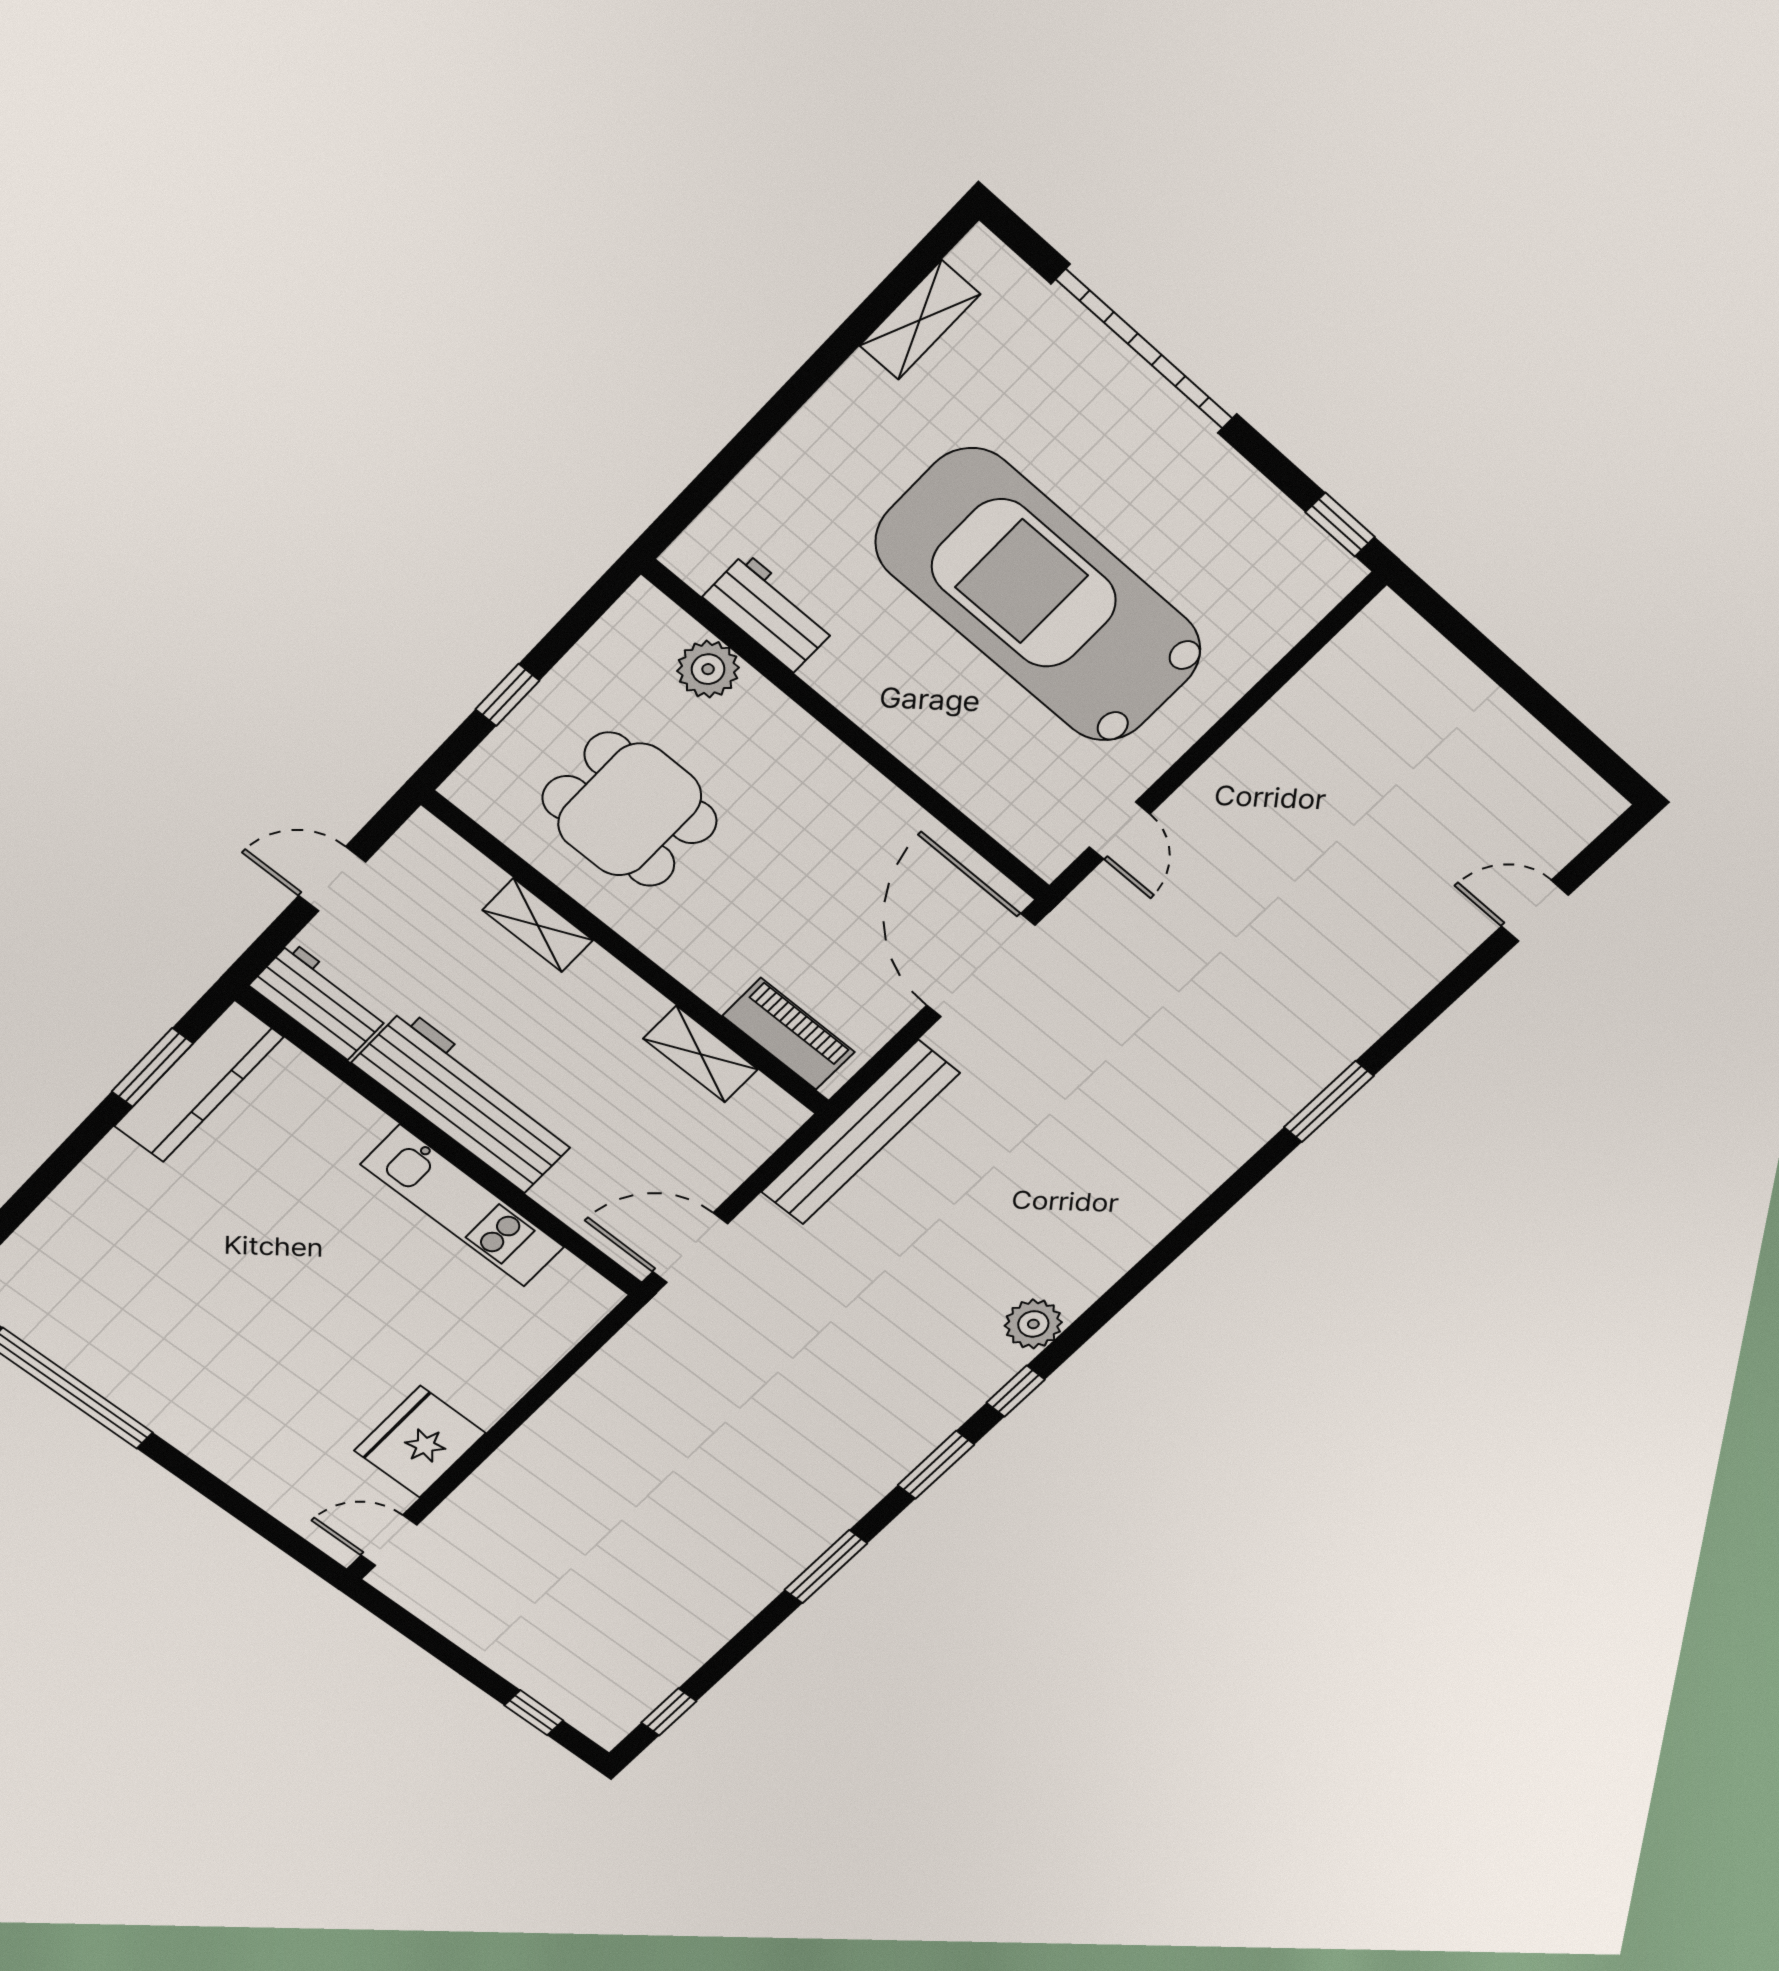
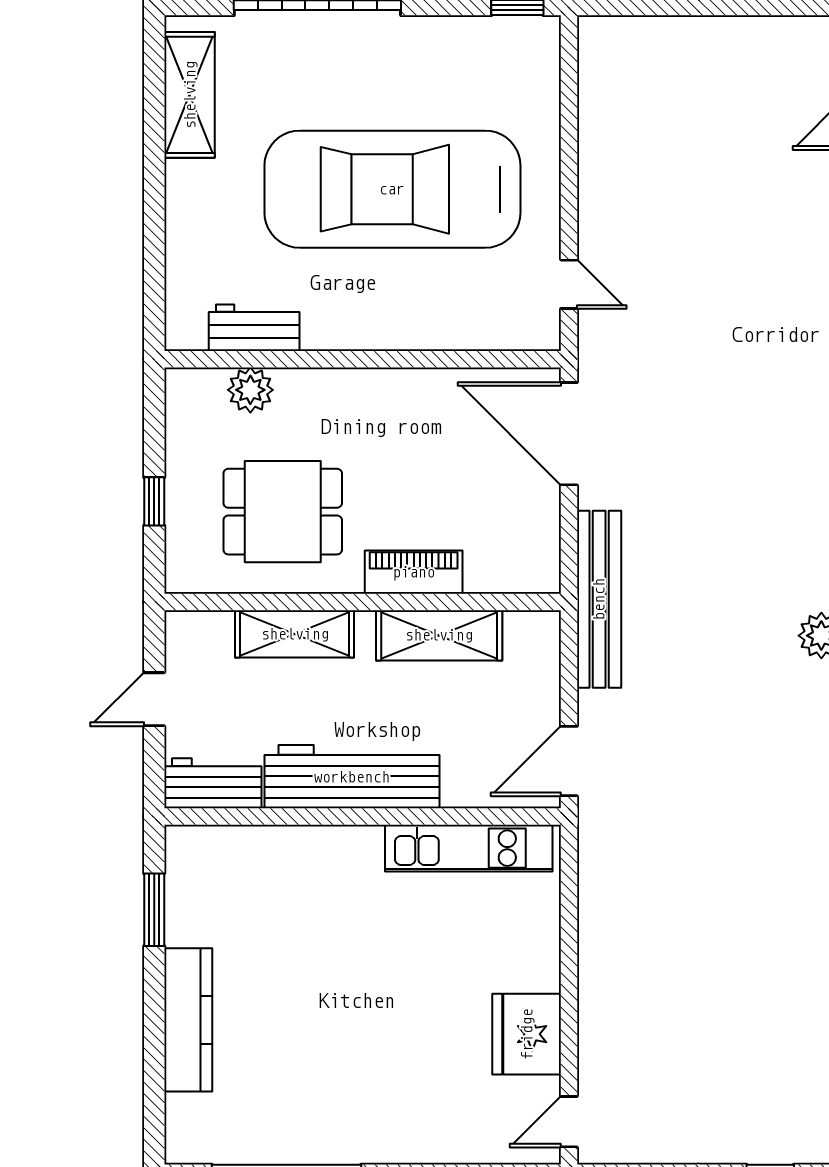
shelving: (920, 320) -> (190, 95), width x1.50, depth x1.33
shelving: (538, 925) -> (295, 634), width x1.50, depth x1.33
piano: (789, 1034) -> (414, 572), moved
shelving: (701, 1054) -> (439, 635), width x1.50, depth x1.33
kitchen counter: (199, 1082) -> (188, 1020), moved
kitchen unit: (463, 1206) -> (469, 848), moved

